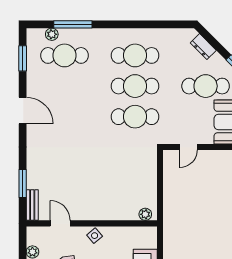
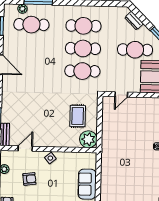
rug: (130, 178) -> (78, 116), added
plant: (145, 214) -> (88, 139), width x1.88, depth x1.88
door: (60, 223) -> (25, 149), hinge flipped

